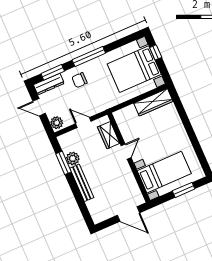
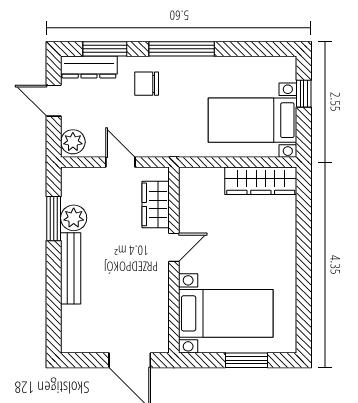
bed with nightstands: (134, 69) -> (253, 120), width x0.73

